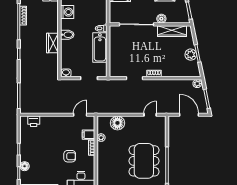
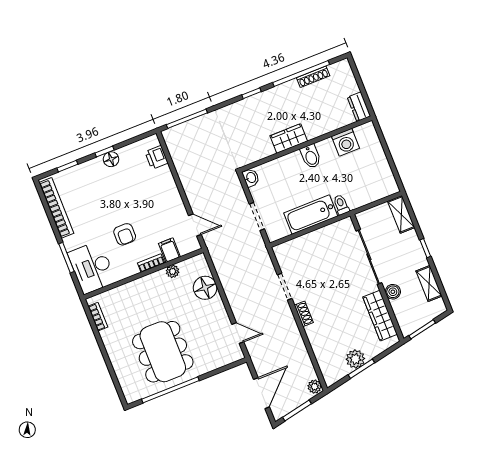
dining table: (144, 161) -> (163, 352), turned 90
floor lamp: (25, 166) -> (111, 159), moved

